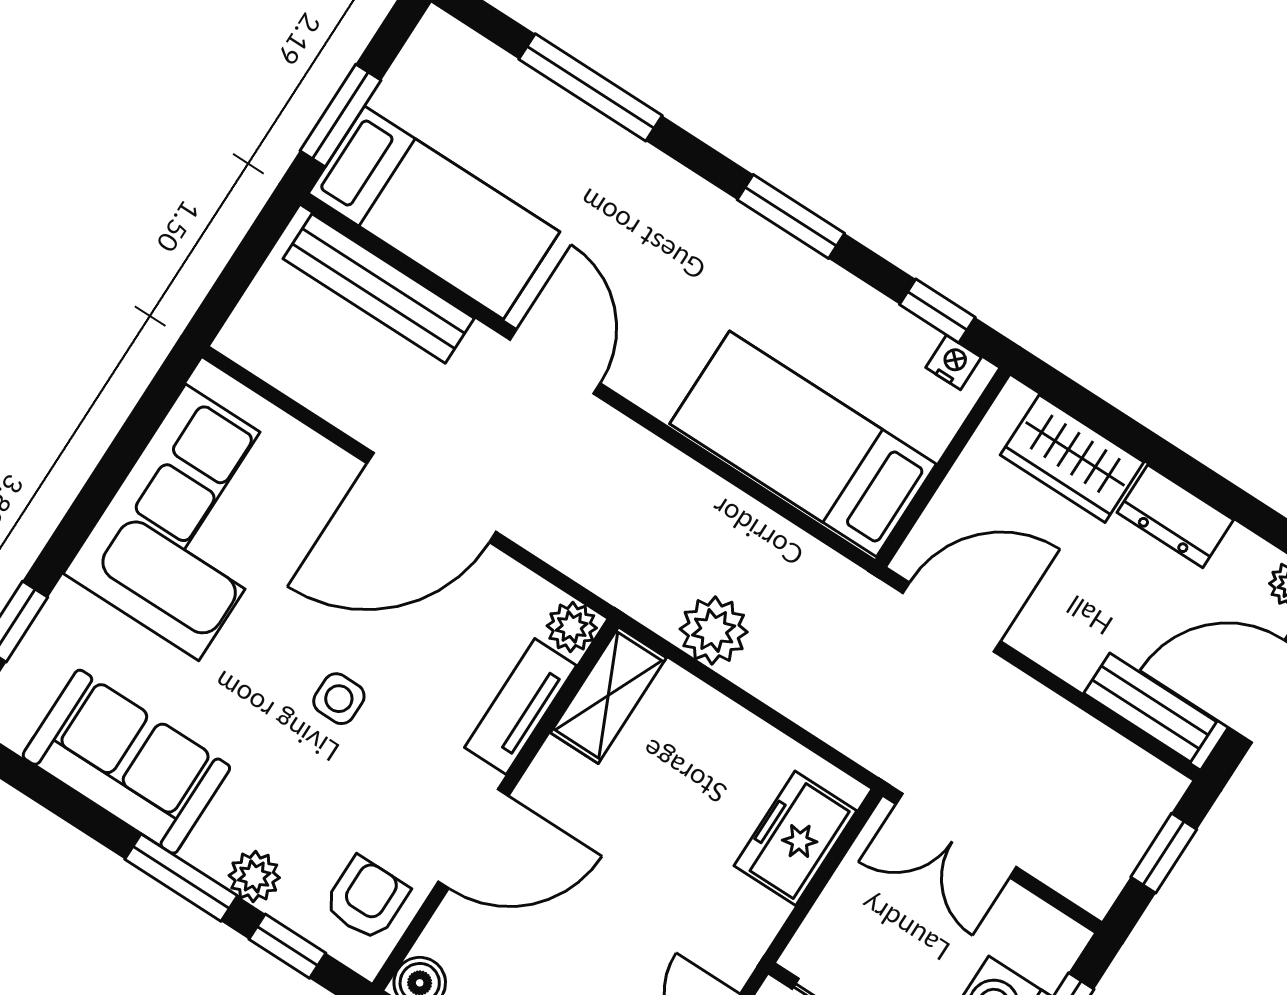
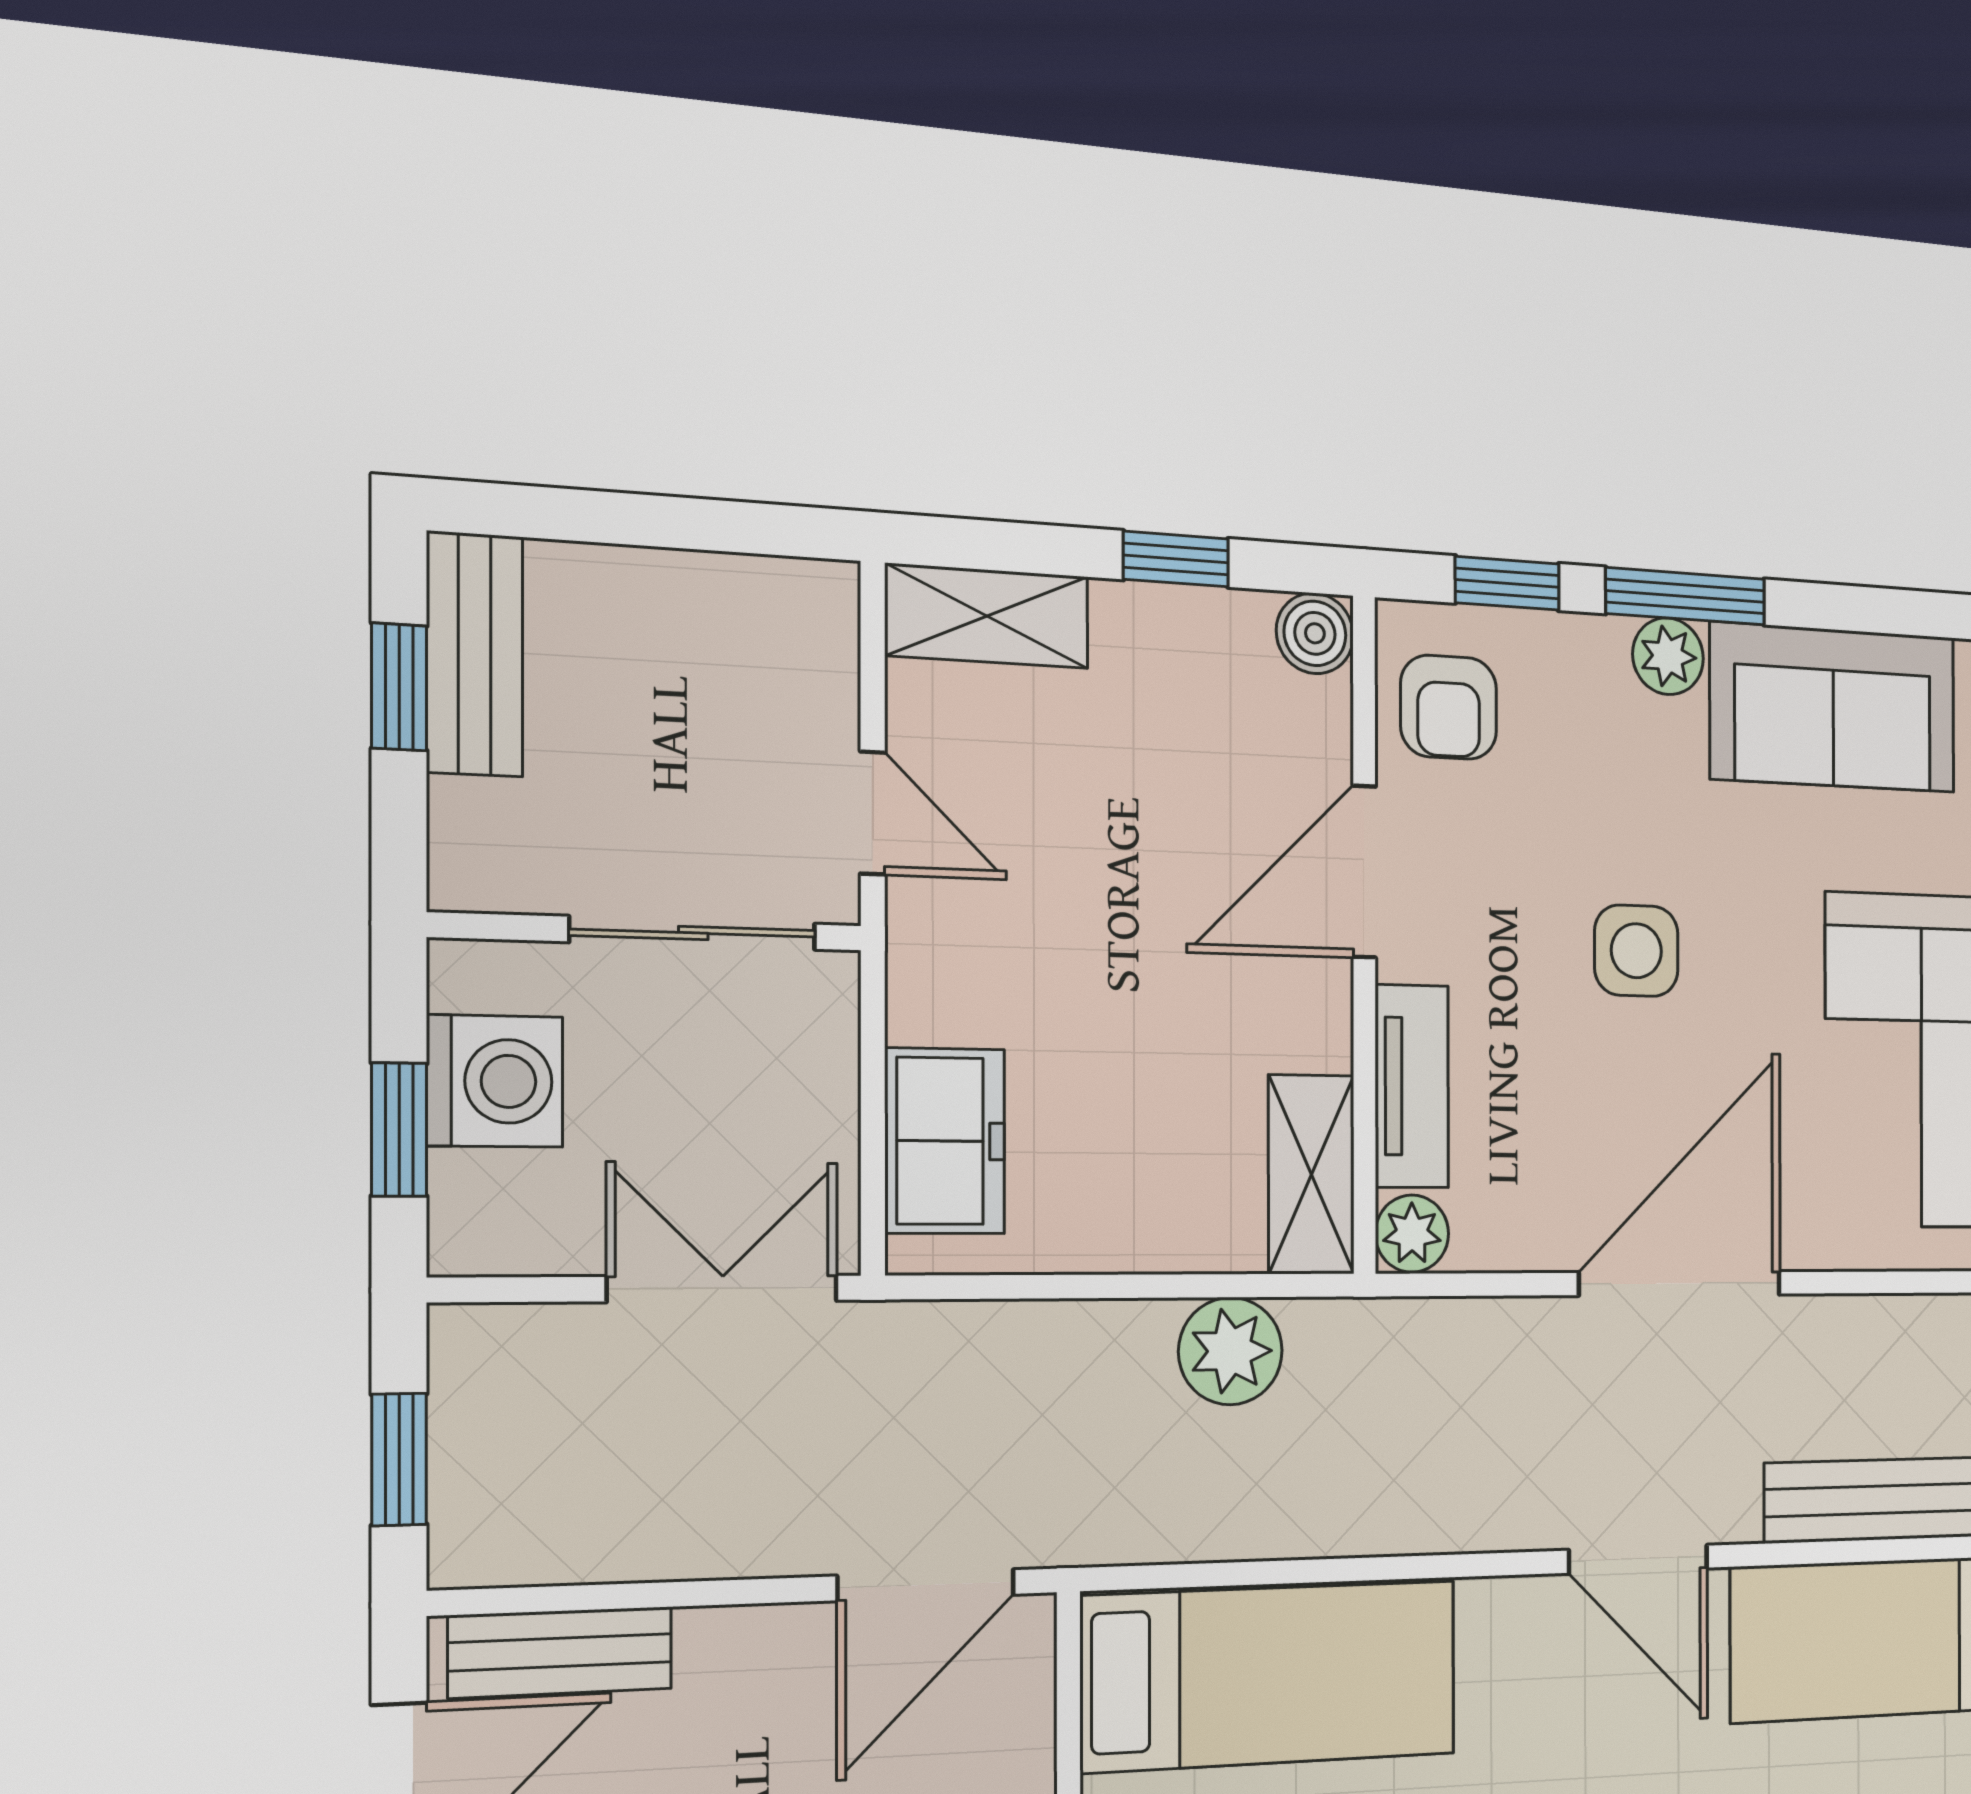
side table: (339, 699) -> (1636, 951), width x1.37, depth x1.37
plant: (254, 877) -> (1668, 656), moved

